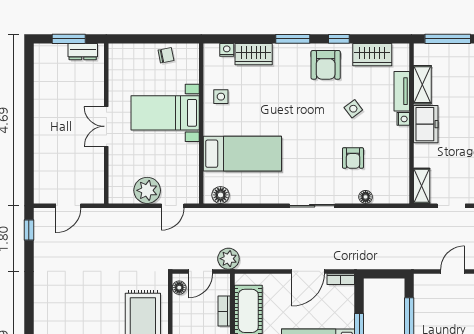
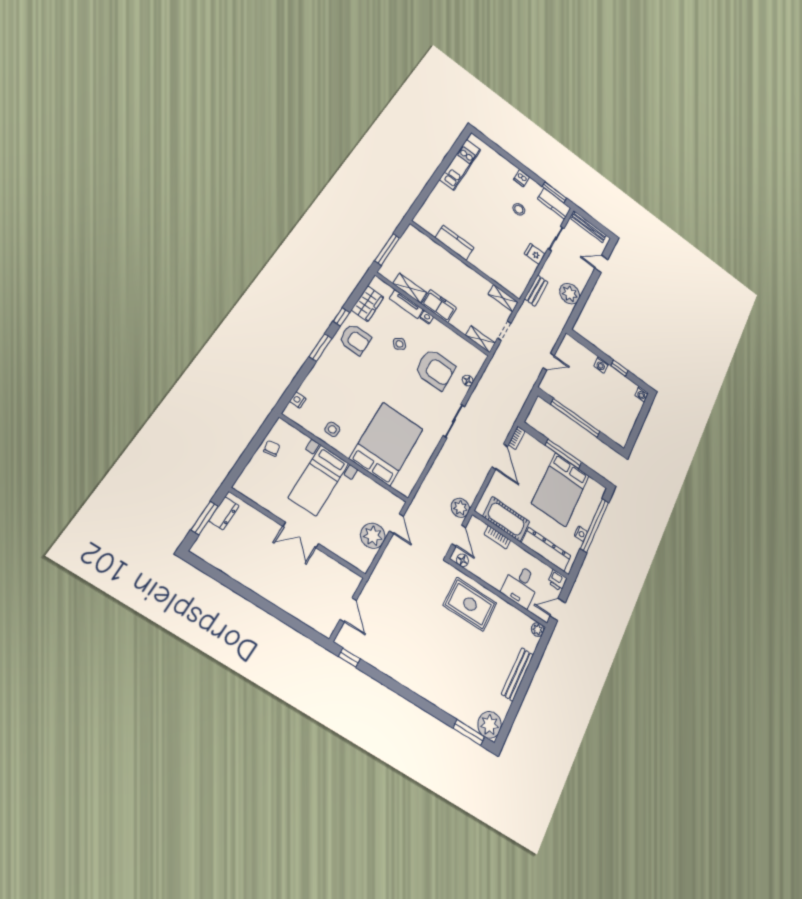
wardrobe: (254, 54) -> (314, 383), removed
bed: (242, 154) -> (387, 444), width x1.50
armchair: (353, 158) -> (435, 369), width x1.88, depth x1.88
floor lamp: (221, 195) -> (409, 481), removed
door: (453, 271) -> (549, 362), swing flipped

